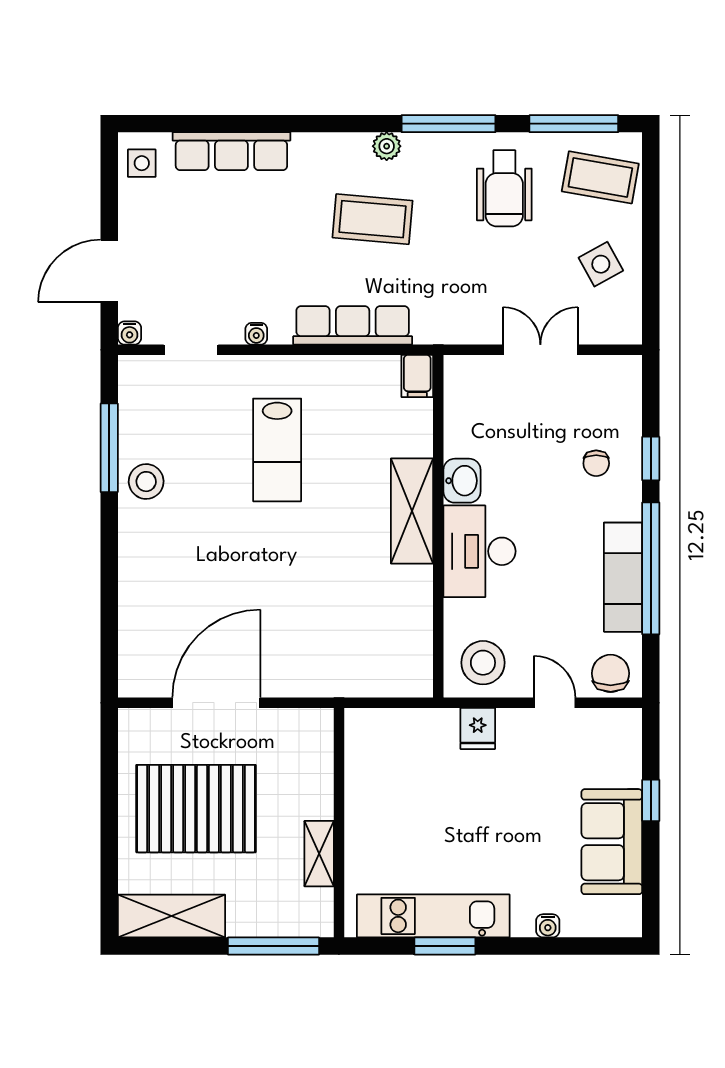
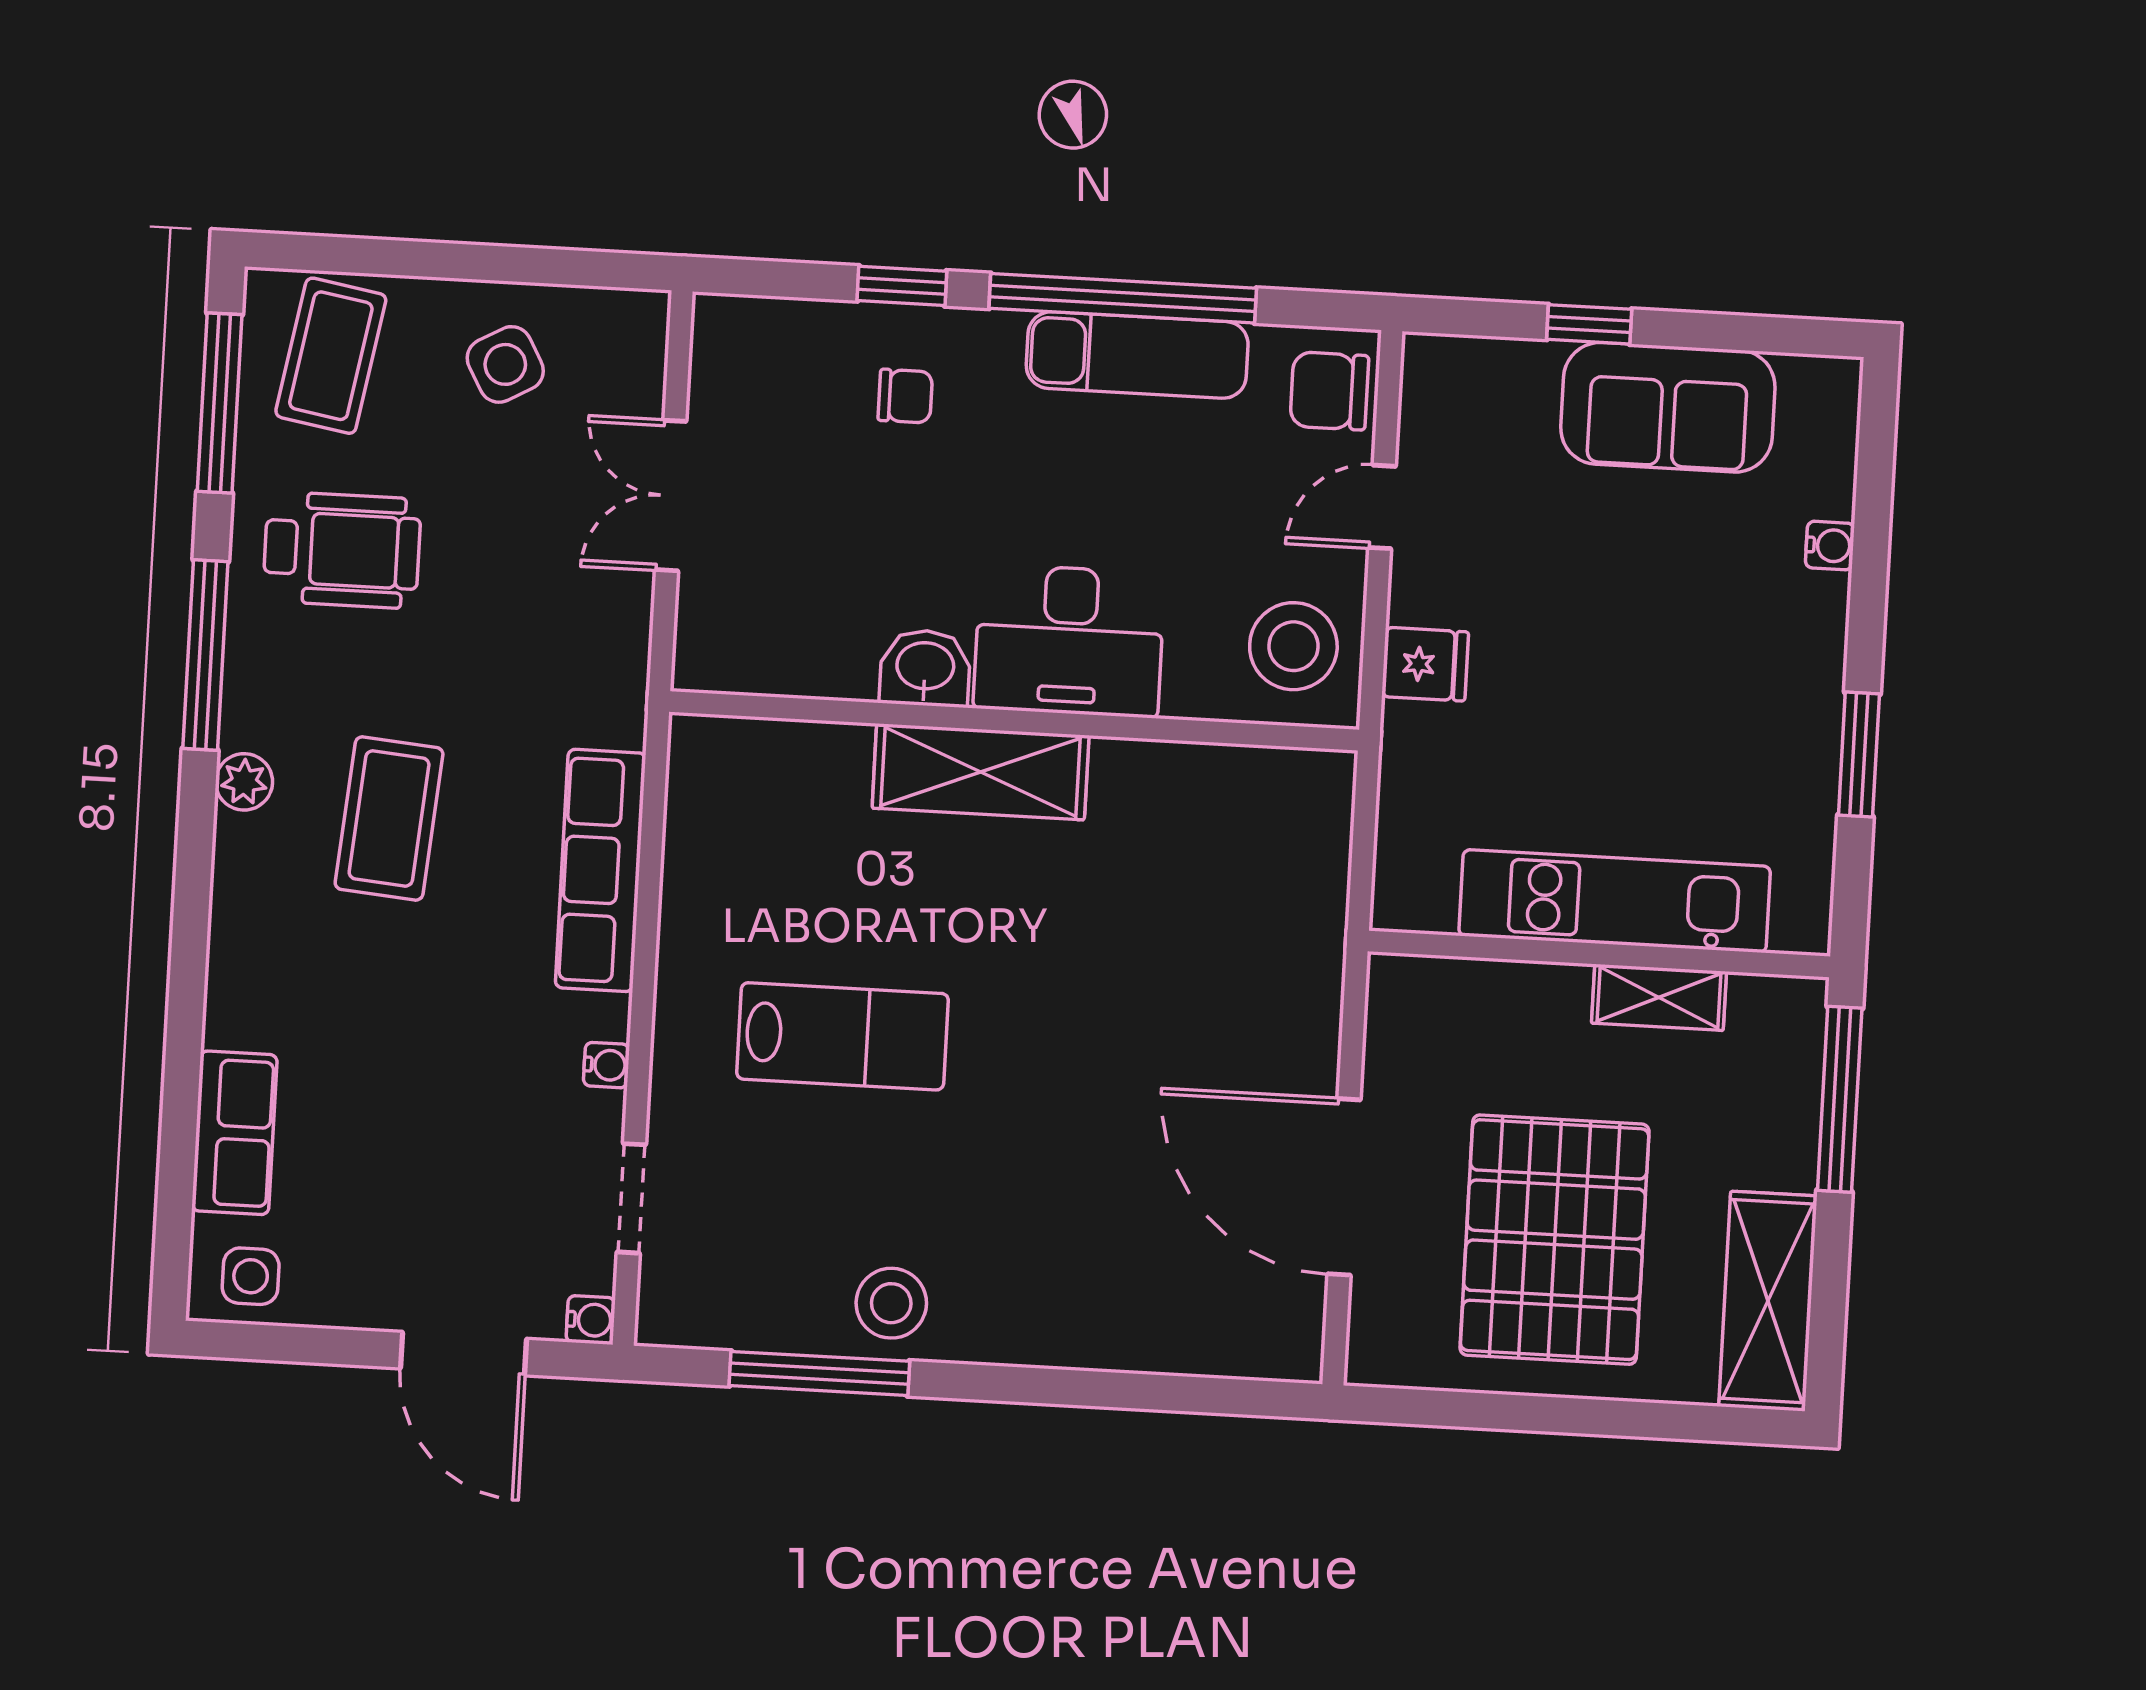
row of seats: (231, 151) -> (234, 1133), width x0.68
filing cabinet: (417, 376) -> (710, 746), removed
kitchen unit: (433, 916) -> (1615, 901), moved, turned 90

